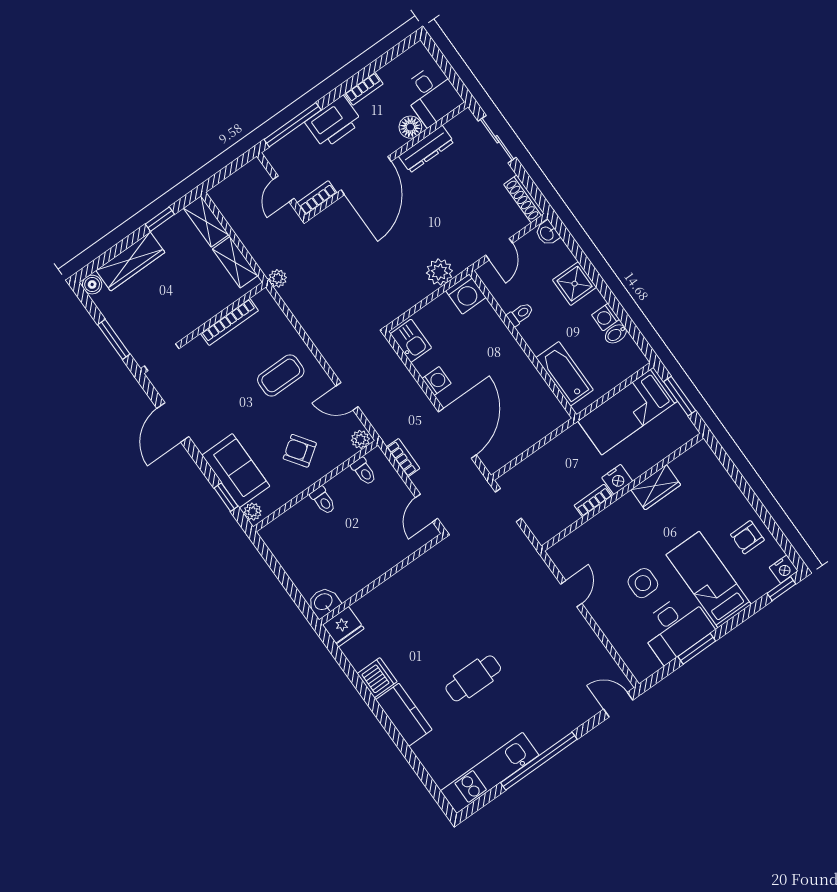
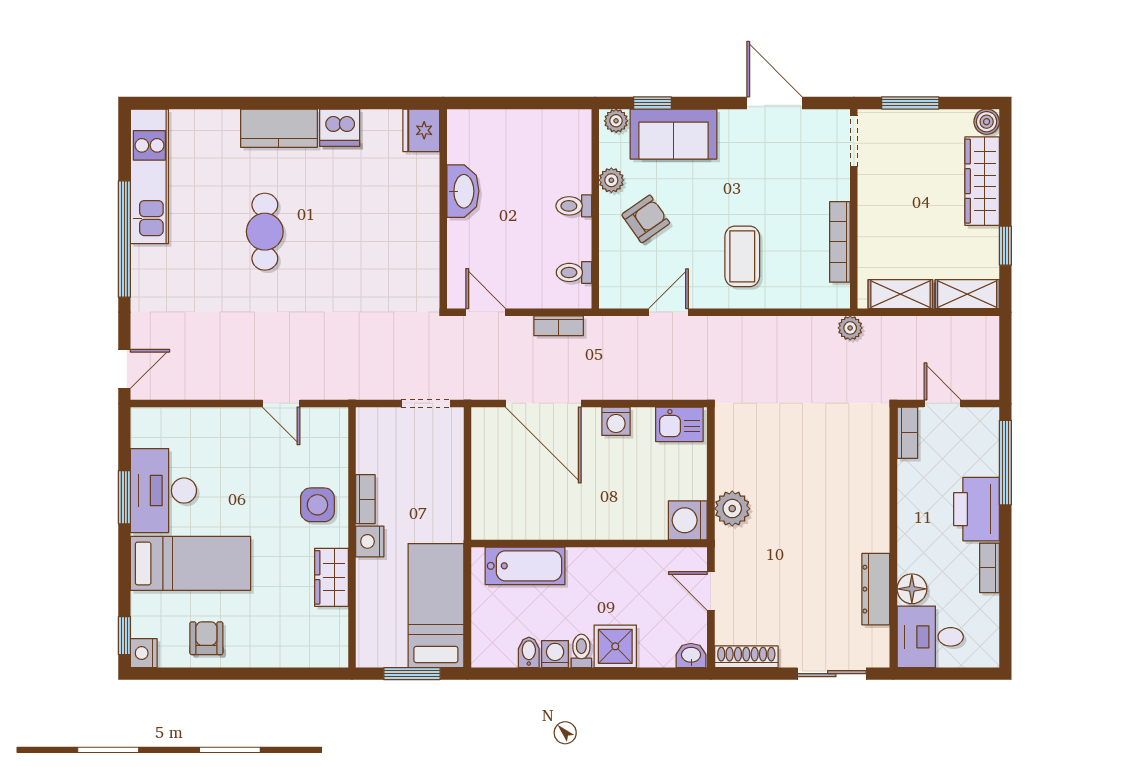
door: (366, 176) -> (893, 503), removed
toilet: (520, 314) -> (581, 651), moved, turned 180
plant: (360, 439) -> (611, 180), moved
side table: (643, 583) -> (317, 505), moved
washbasin: (324, 602) -> (463, 191), moved, width x1.38

